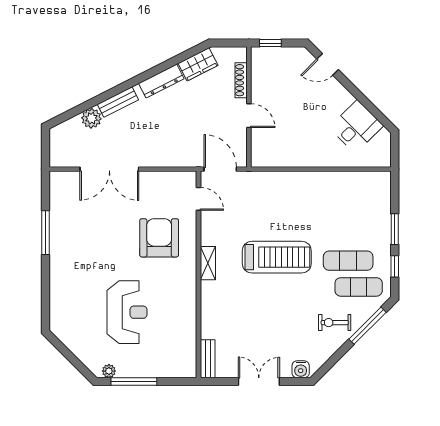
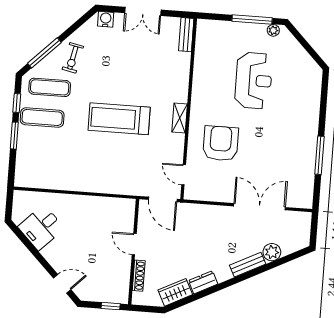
dresser: (161, 81) -> (203, 282), width x0.70
armchair: (159, 238) -> (221, 143), turned 180
exercise mat: (348, 261) -> (42, 117), moved
reception desk: (127, 312) -> (254, 81), turned 180
exercise bike: (335, 323) -> (73, 58), turned 102

